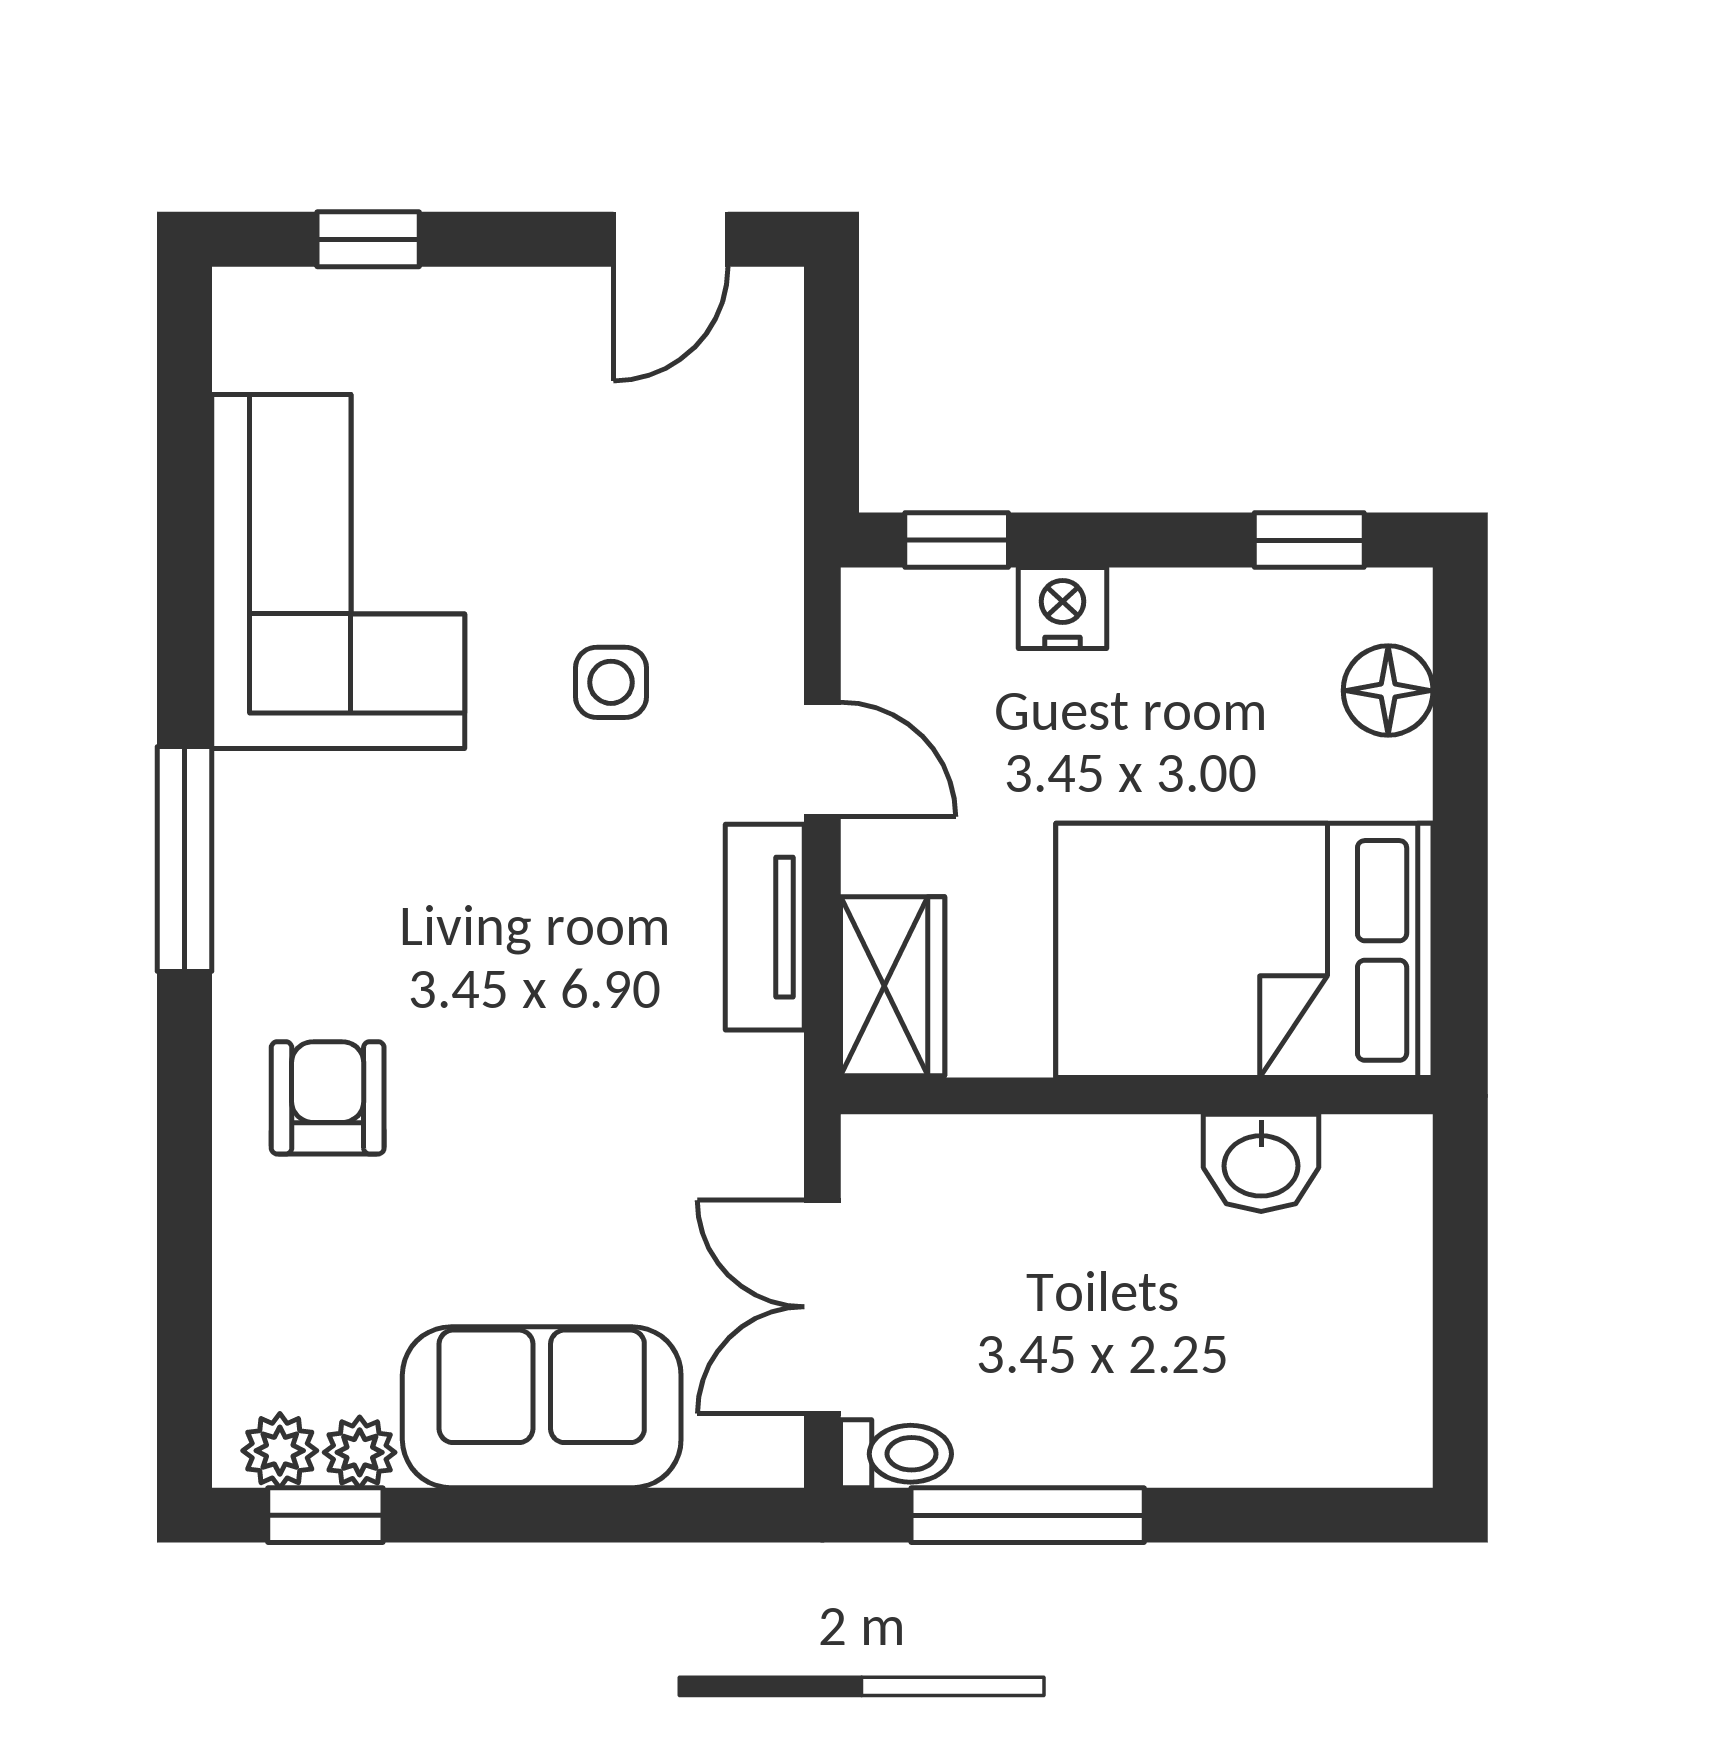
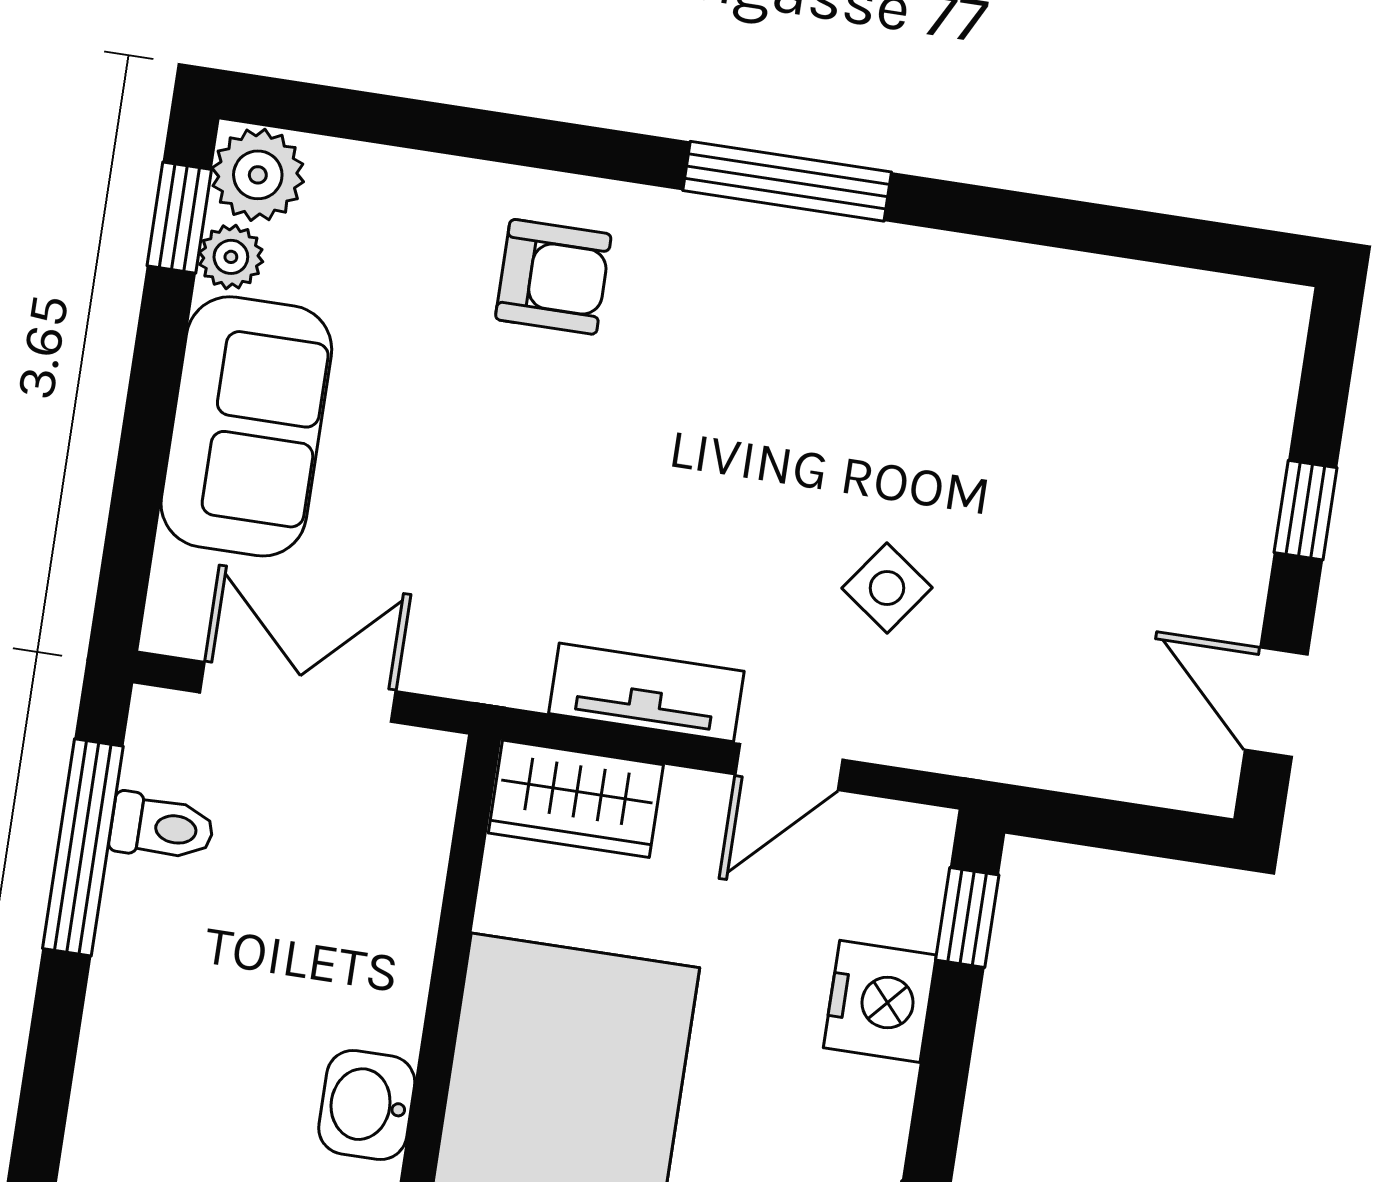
window: (368, 239) -> (1306, 510), moved
corner sofa: (338, 571) -> (1024, 359), removed
nightstand: (1063, 608) -> (880, 1001), width x1.36, depth x1.33
side table: (611, 682) -> (887, 588), turned 36
plant: (280, 1451) -> (258, 175), width x1.38, depth x1.38
toilet: (896, 1454) -> (162, 827), moved, turned -90

